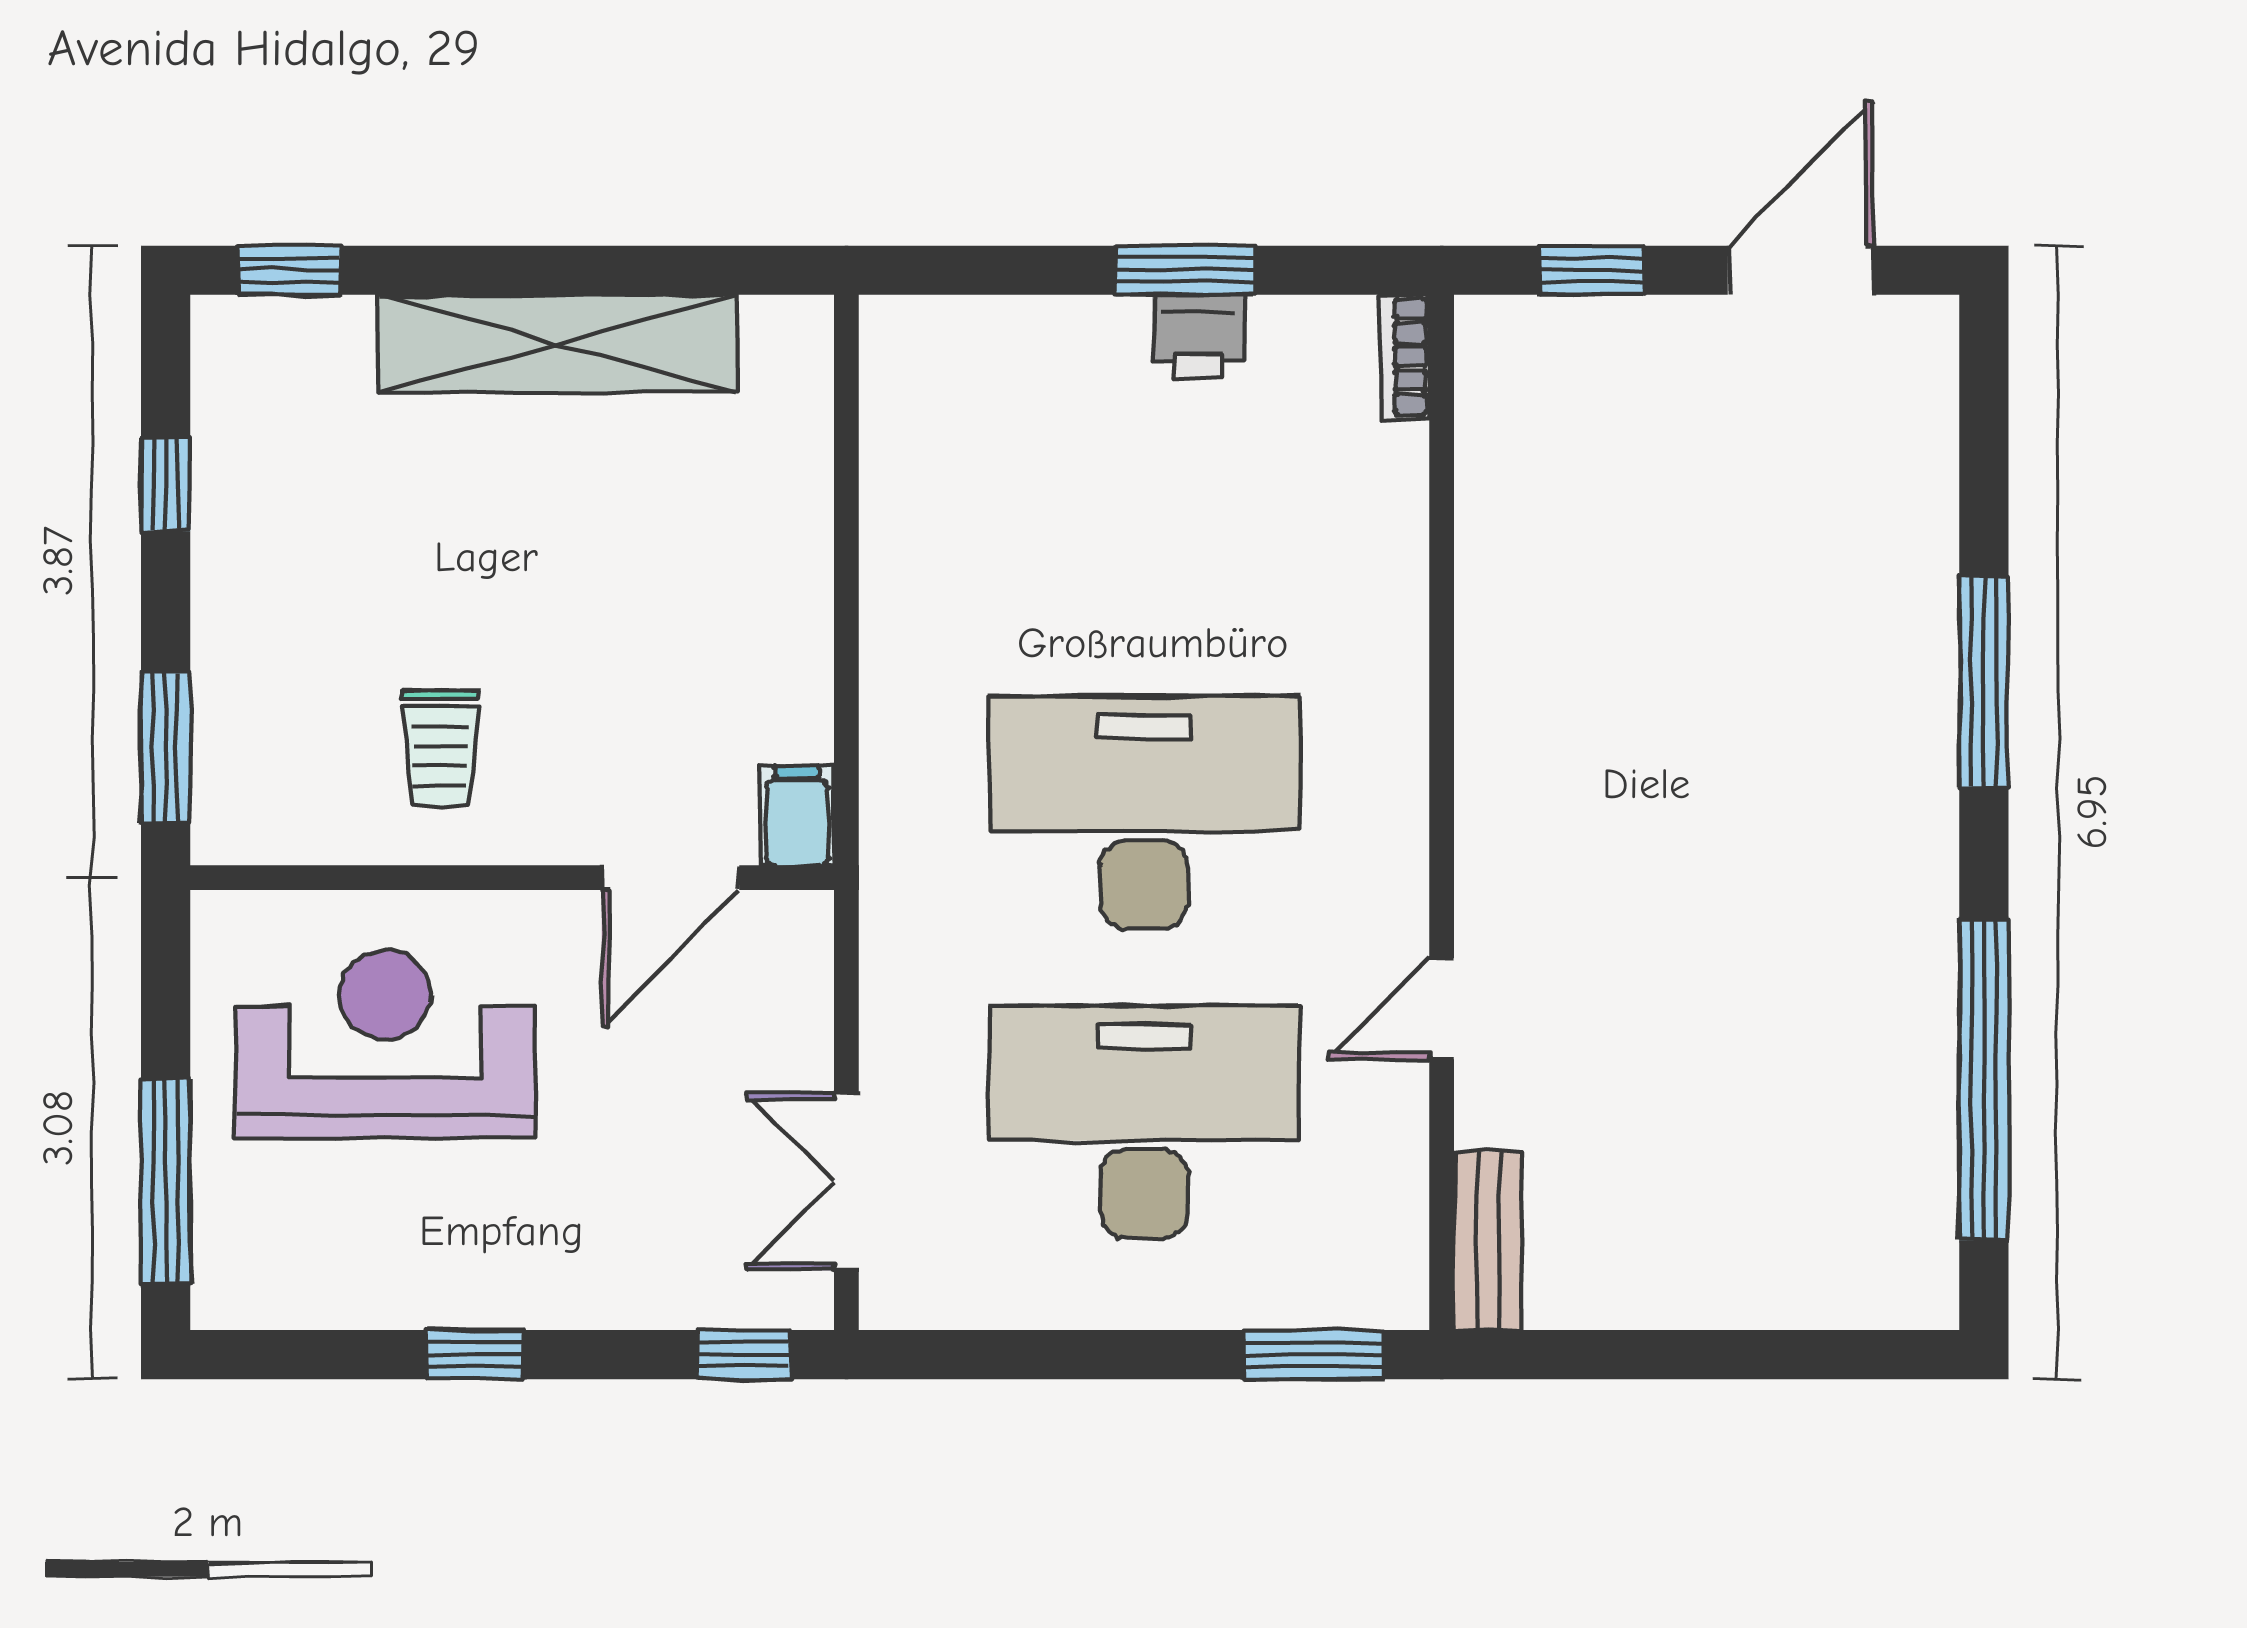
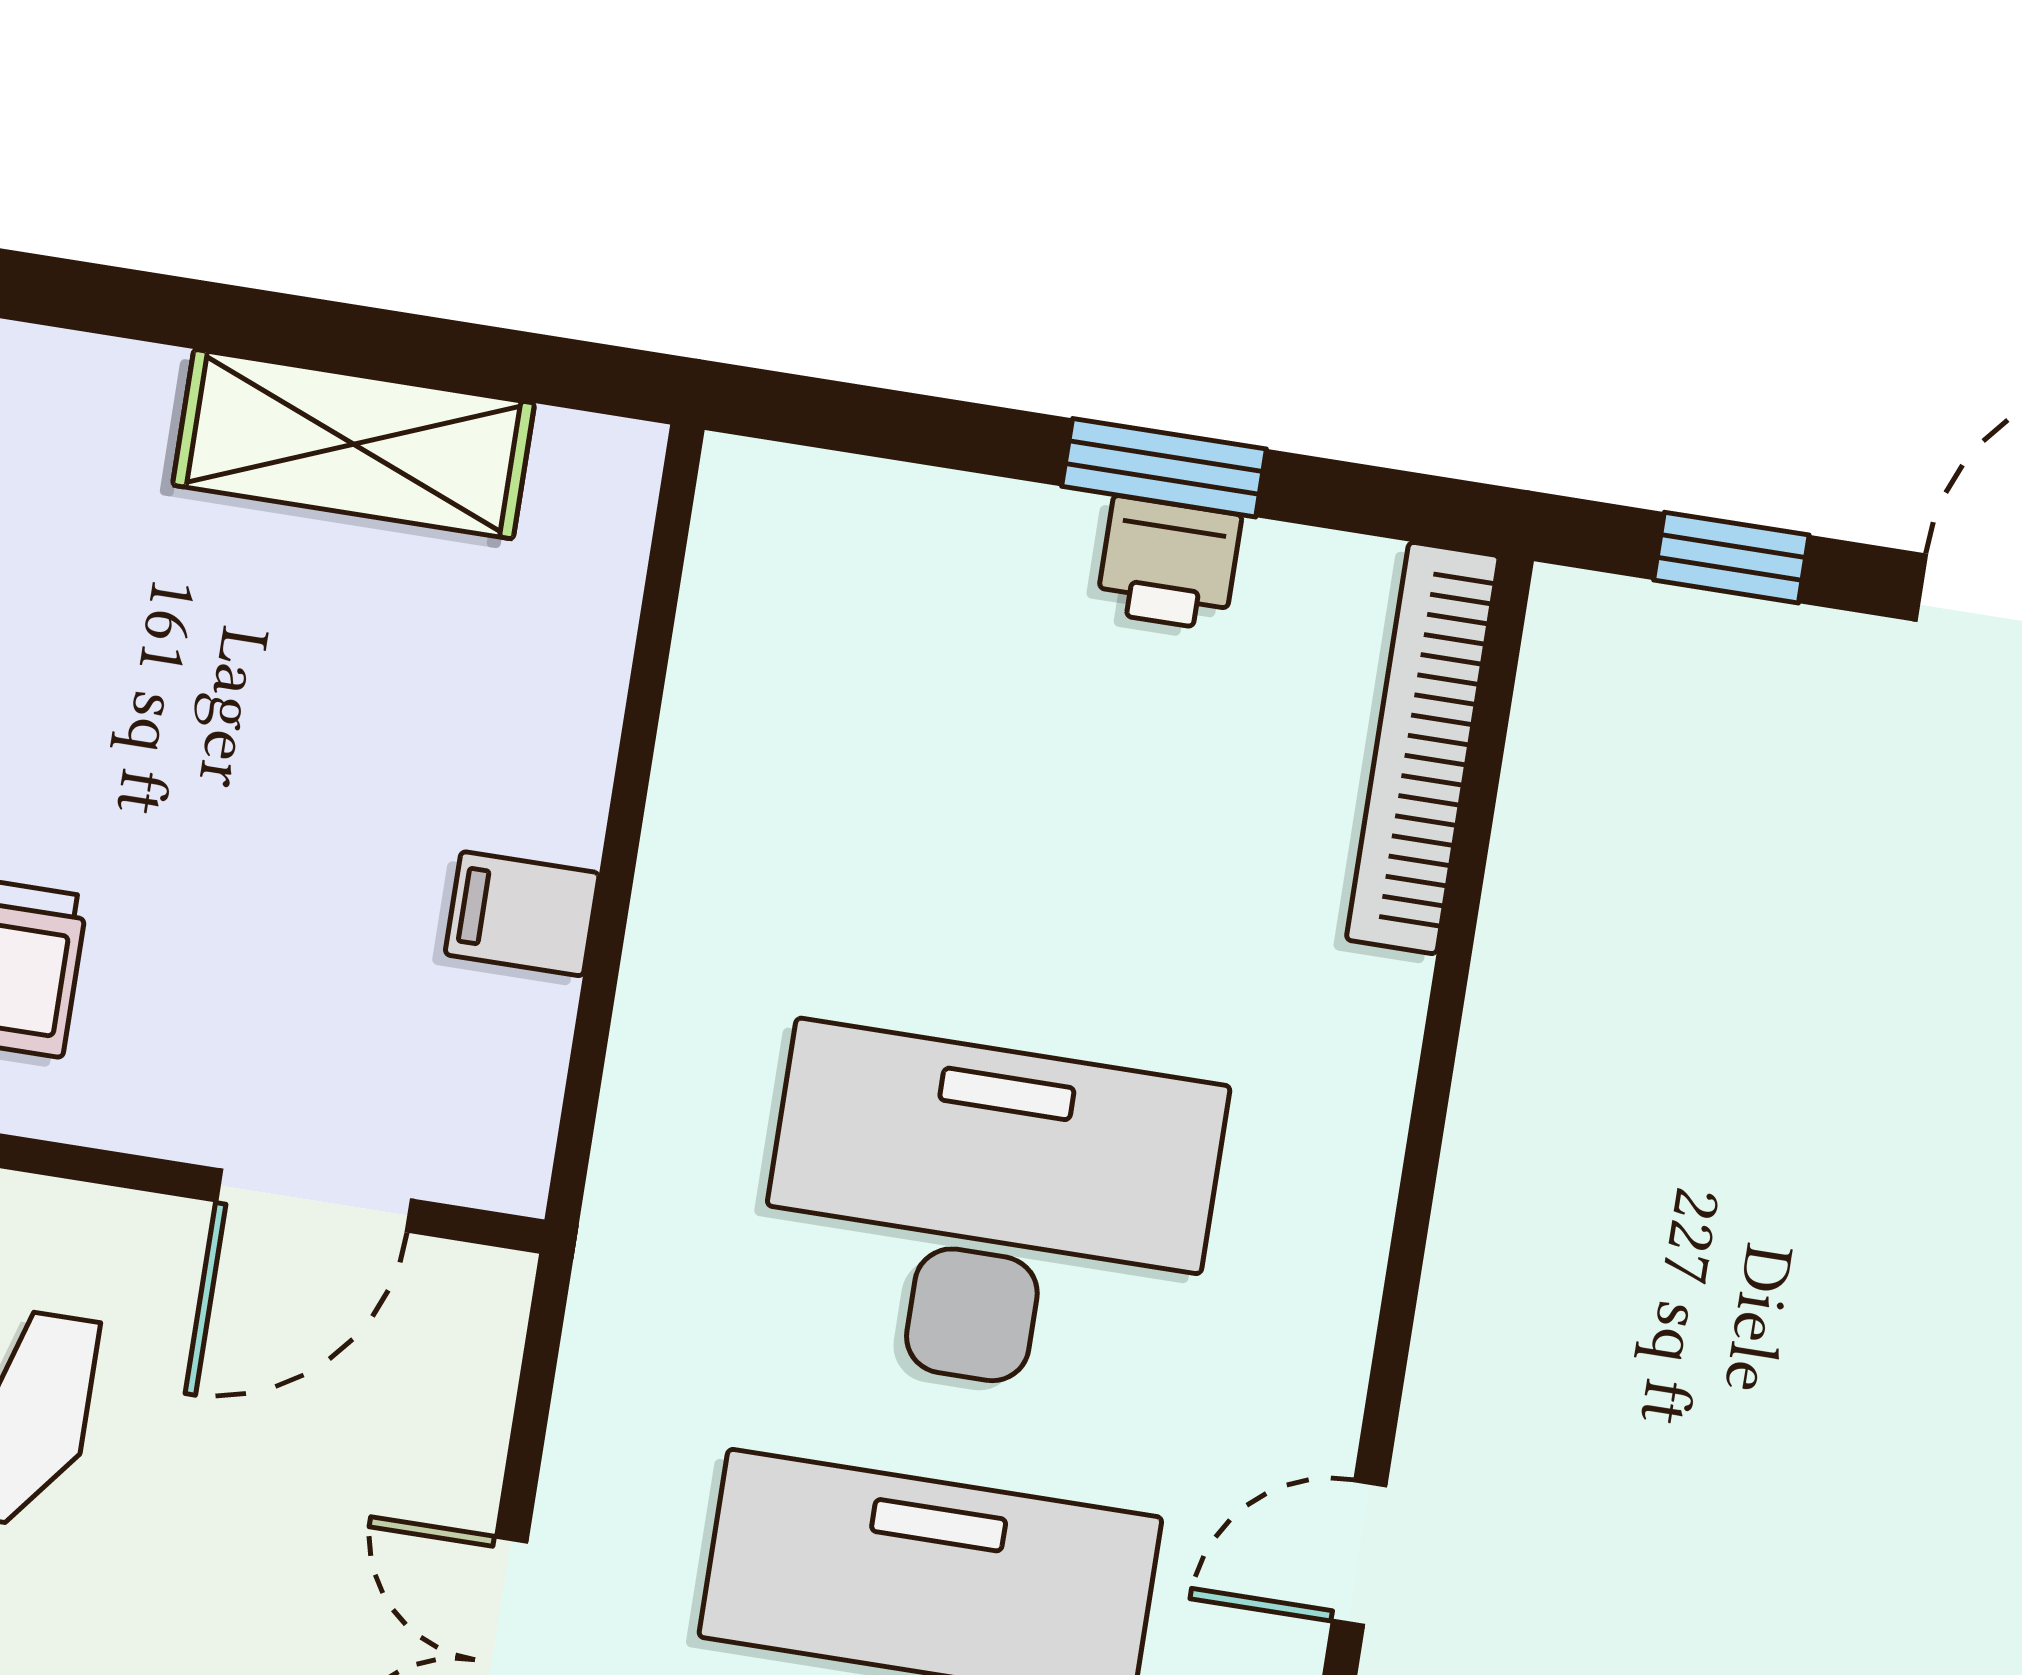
shelving: (557, 344) -> (354, 444), width x0.68
bookcase: (1405, 357) -> (1423, 748), width x2.31, depth x1.31
filing cabinet: (797, 816) -> (522, 914), moved, turned -90

